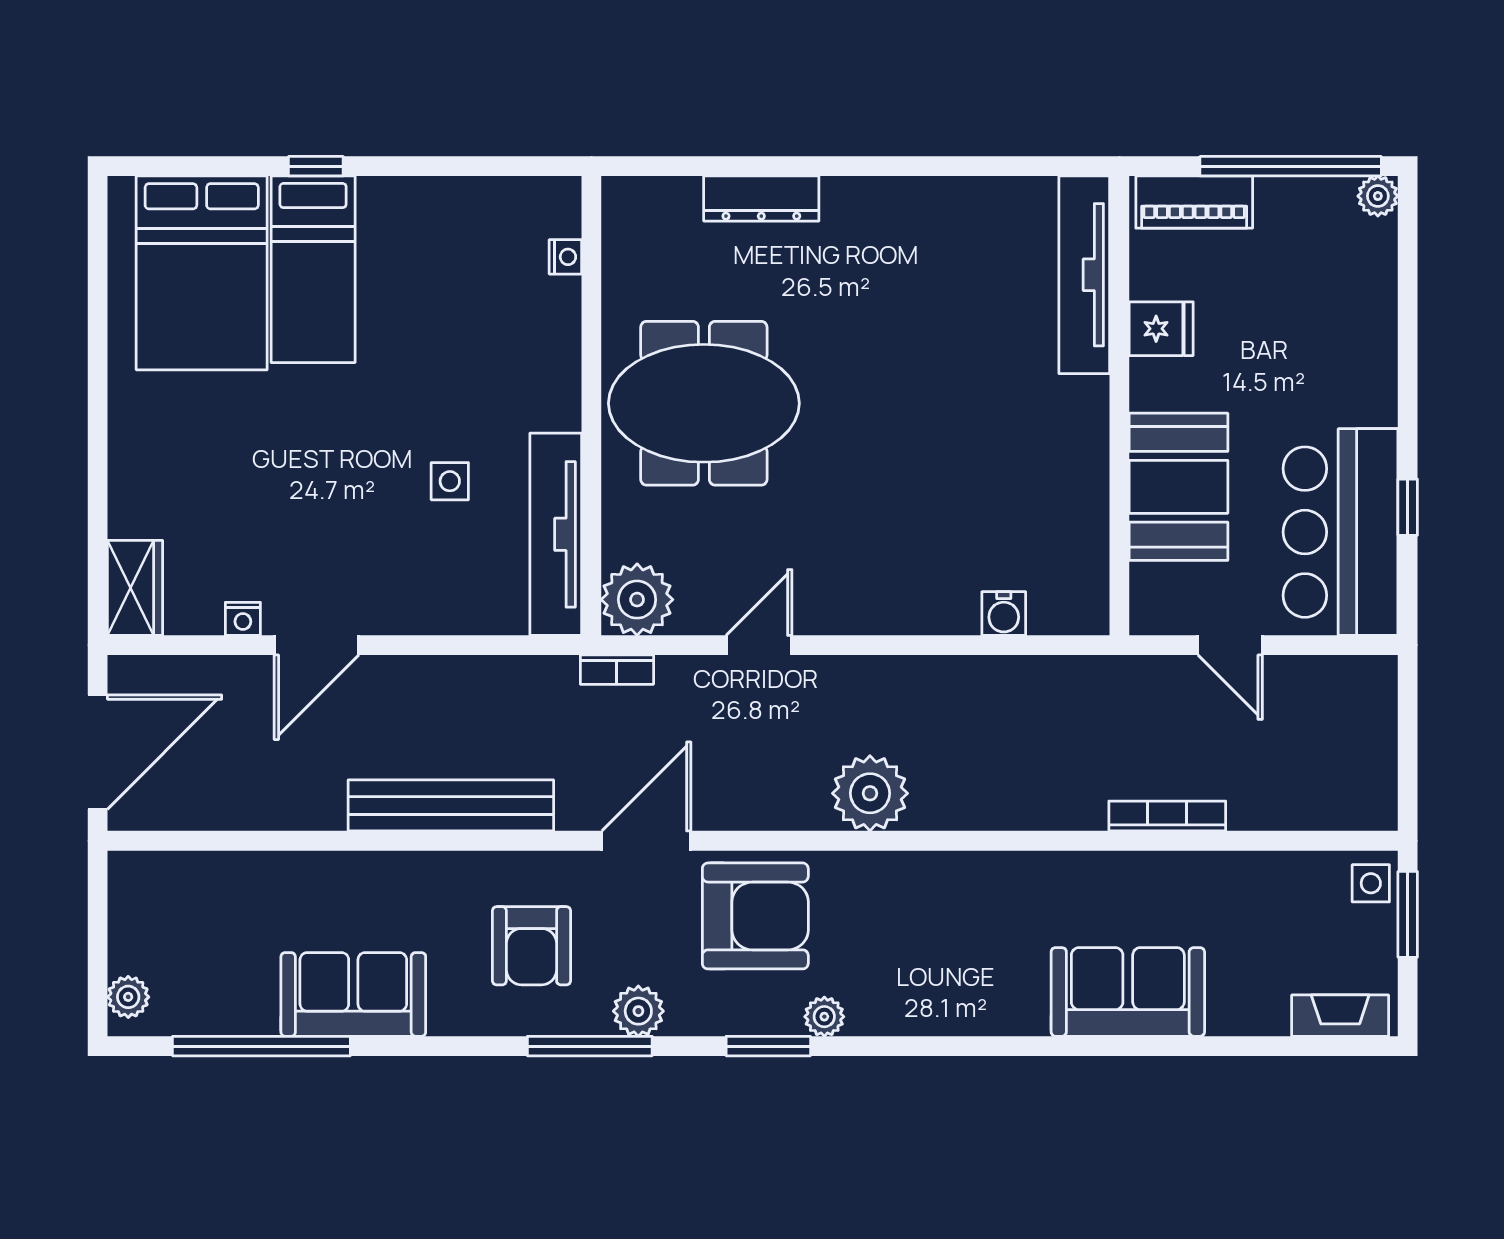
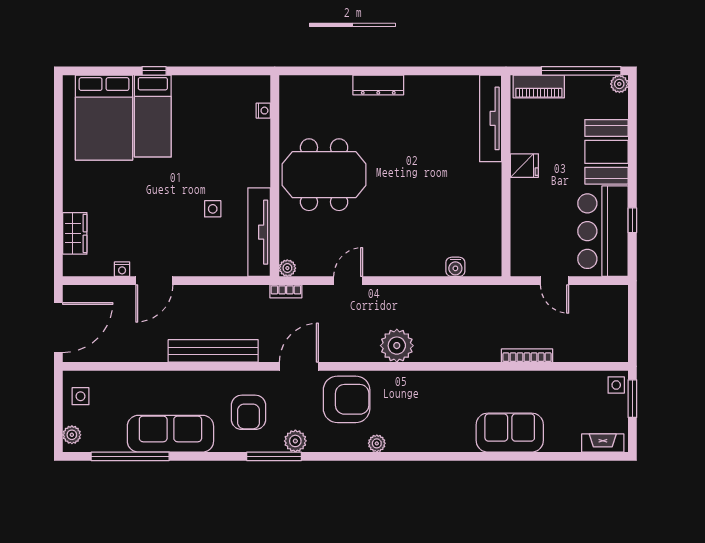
dresser: (761, 199) -> (378, 85), moved
fridge: (1161, 329) -> (524, 166), moved
booth: (1178, 487) -> (606, 152), moved
wardrobe: (135, 588) -> (75, 233), moved
plant: (637, 600) -> (287, 268), width x0.53, depth x0.53
side table: (148, 909) -> (81, 396), added
sofa: (353, 994) -> (170, 434), width x1.36
window: (768, 1046) -> (352, 456), removed

